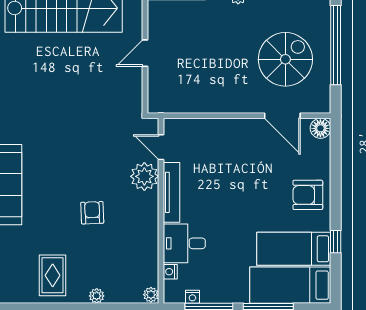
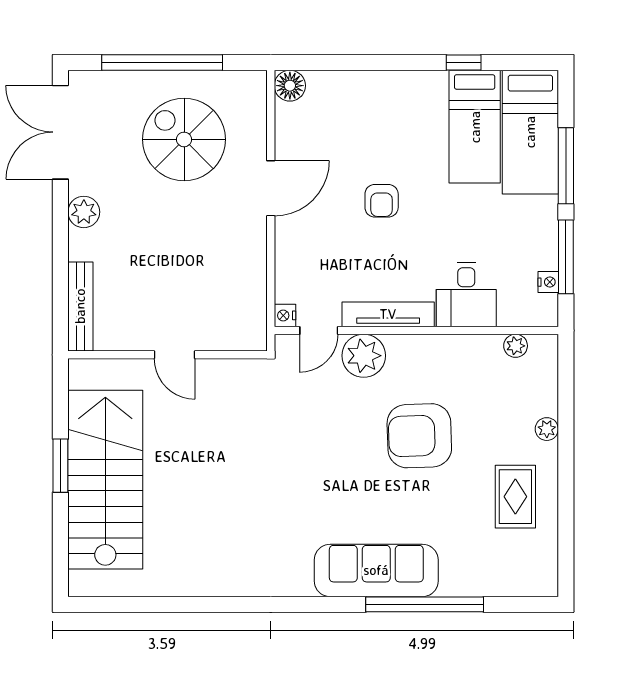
door: (282, 116) -> (271, 188), moved
armchair: (308, 195) -> (382, 201), moved, width x0.72, depth x0.72
armchair: (92, 213) -> (419, 436), width x1.88, depth x1.88
nightstand: (170, 272) -> (285, 315), moved, turned 90
rug: (53, 275) -> (515, 497), turned 90
plant: (151, 295) -> (516, 346), moved

